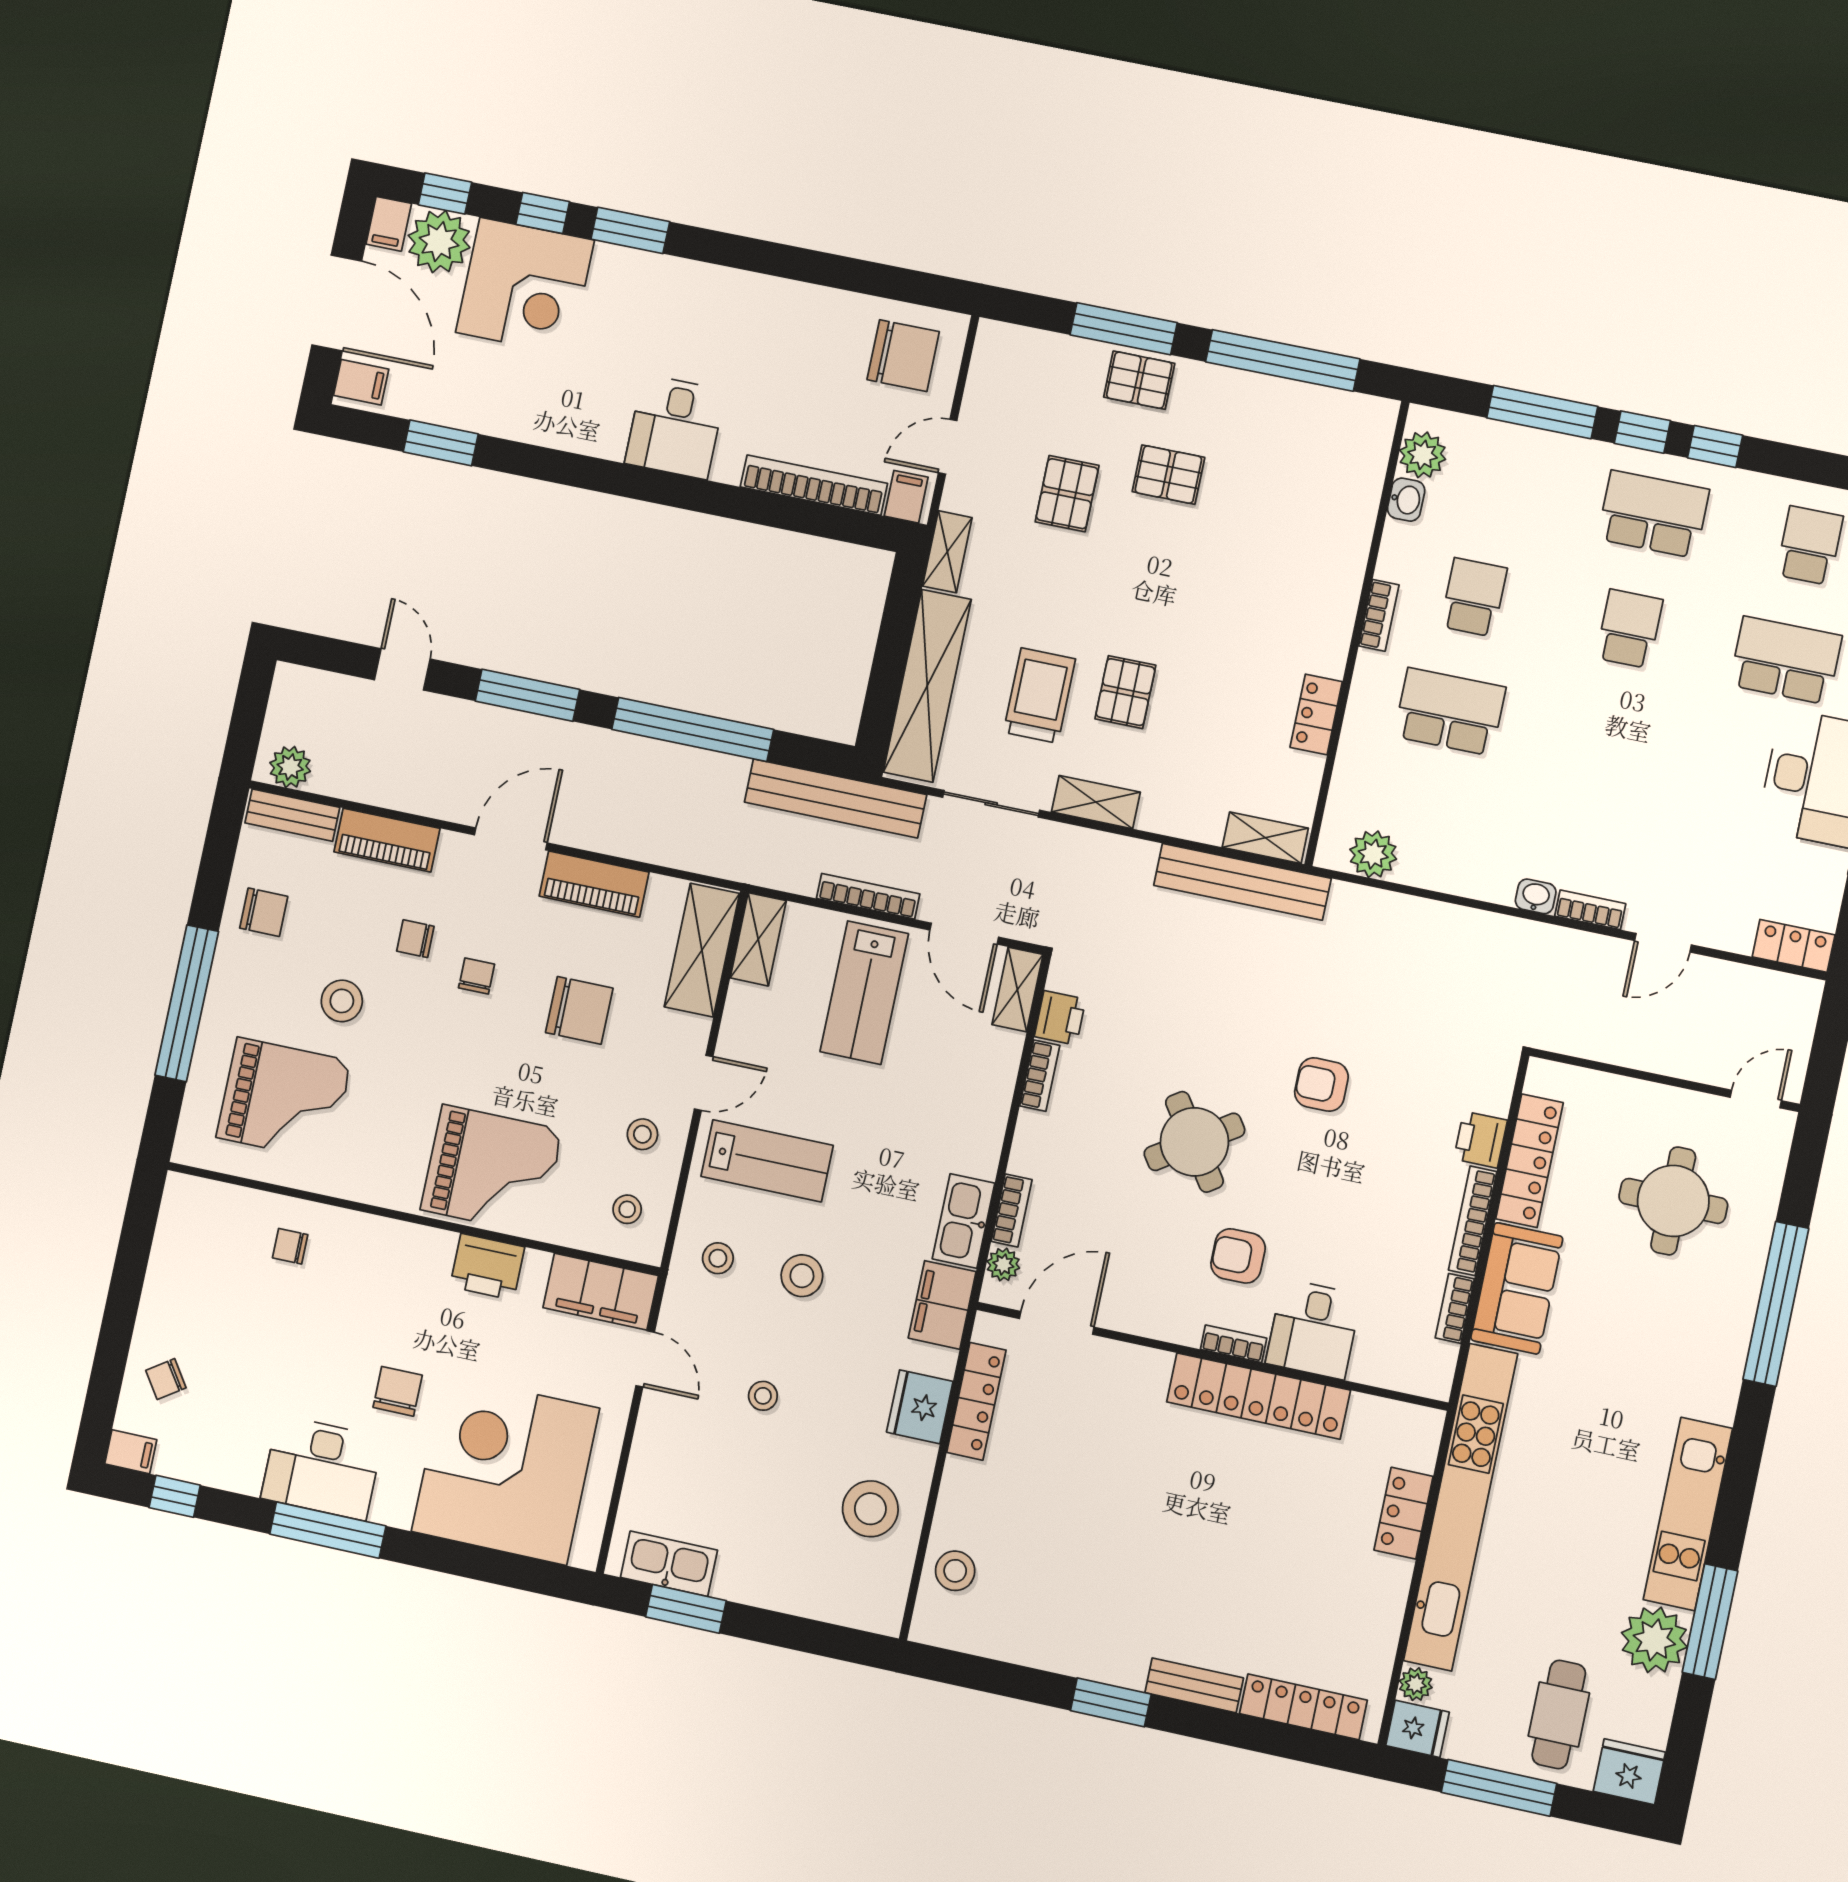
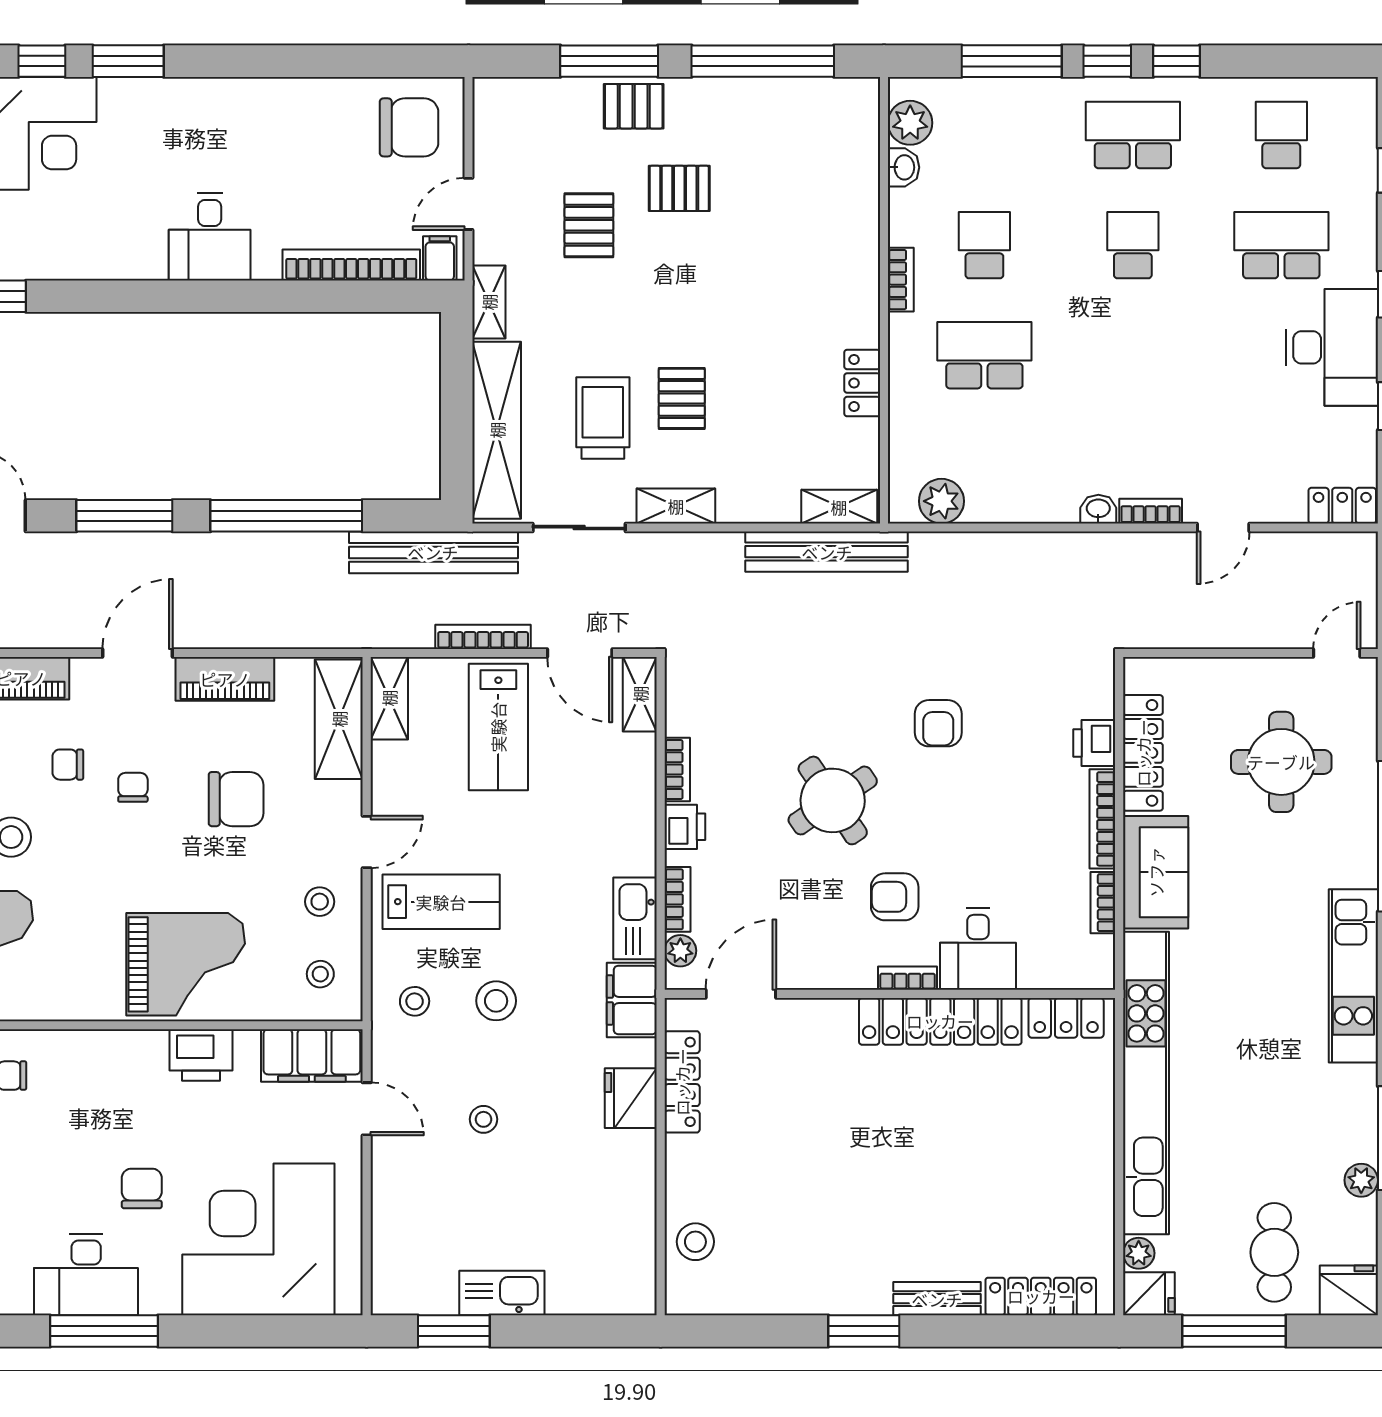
printer: (1060, 1018) -> (685, 827), moved
armchair: (1321, 1085) -> (938, 723), turned -90
stool: (870, 1509) -> (605, 1202), removed
locker: (1404, 1513) -> (1066, 1018), moved, turned -90
kitchen unit: (1688, 1514) -> (1353, 976), moved
kitchen sink: (669, 1564) -> (502, 1293), moved
plant: (1654, 1640) -> (1361, 1180), width x0.53, depth x0.53

